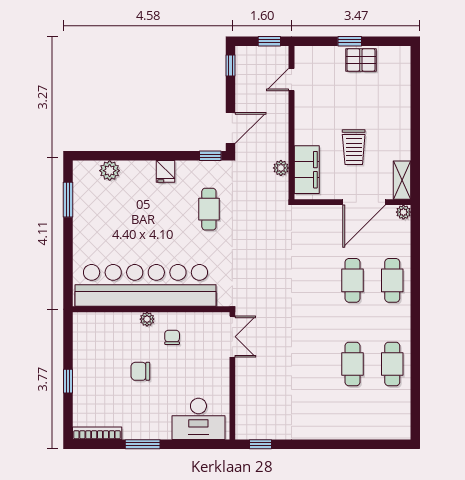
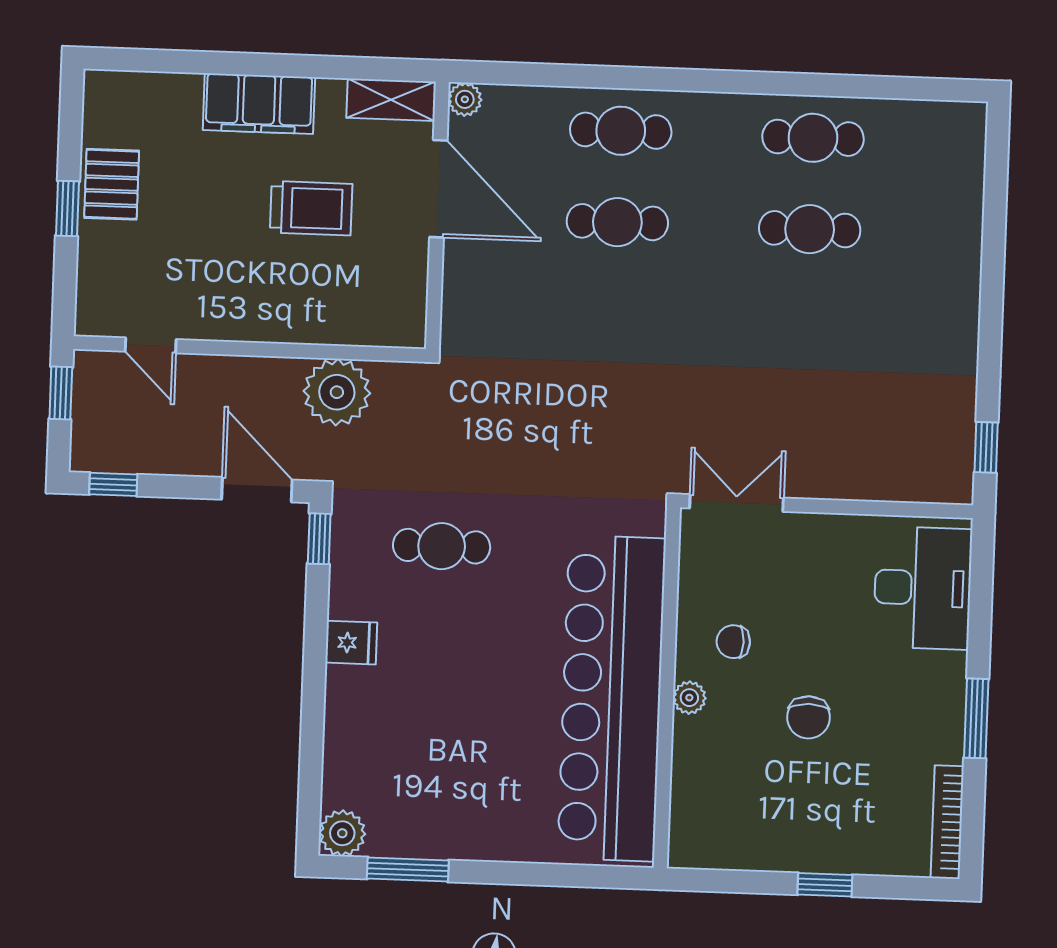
plant: (281, 168) -> (337, 392), width x1.87, depth x1.87
filing cabinet: (307, 170) -> (259, 104), moved, turned 180
plant: (110, 171) -> (342, 833), moved

